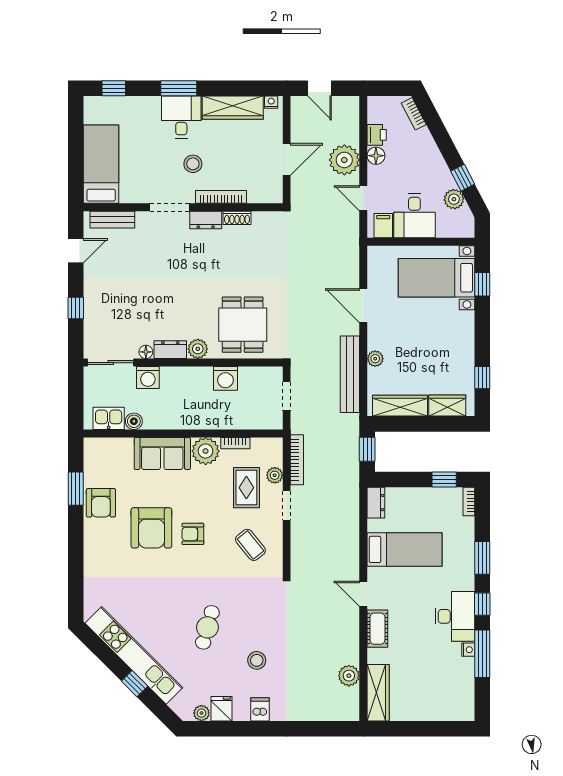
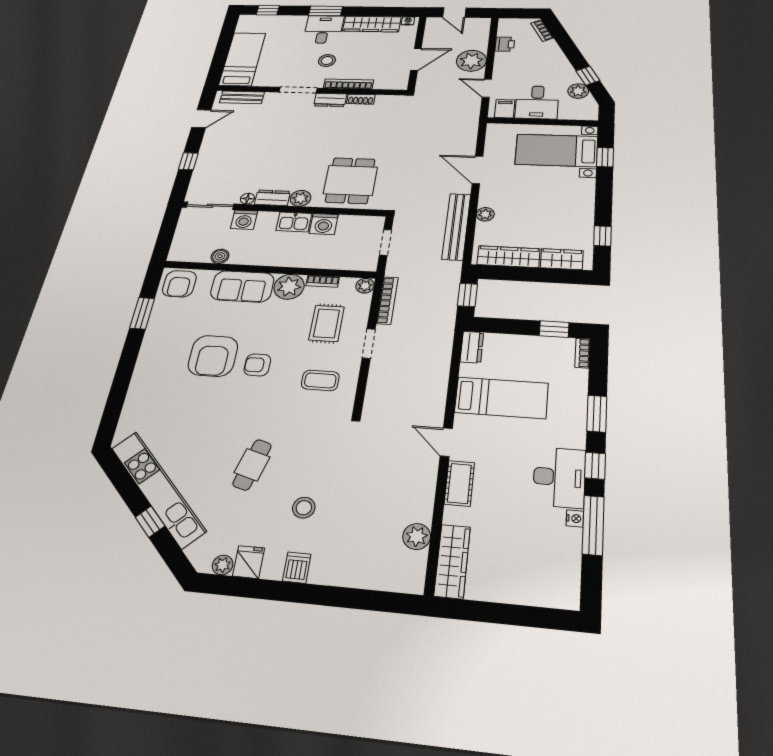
floor lamp: (376, 156) -> (503, 58), removed
kitchen sink: (109, 418) -> (294, 222), moved, turned 180
plant: (275, 475) -> (365, 286), moved
armchair: (101, 503) -> (179, 284), moved
coffee table: (250, 545) -> (320, 380), turned -51

